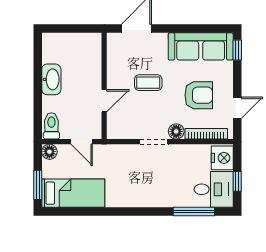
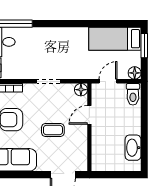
washbasin: (51, 79) -> (133, 148), moved
floor lamp: (176, 131) -> (81, 90), moved
door: (82, 142) -> (108, 81), hinge flipped

